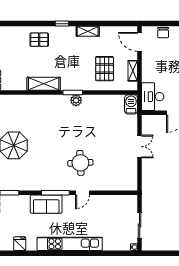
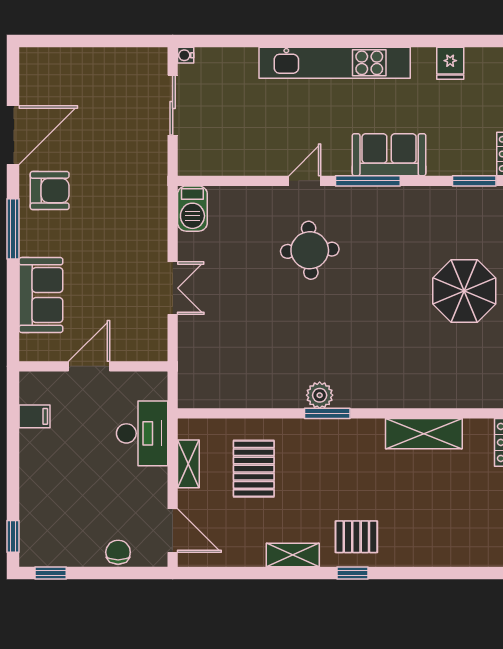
pallet: (39, 40) -> (356, 537), moved
shelving: (44, 84) -> (424, 434), moved
desk: (153, 97) -> (142, 433), moved
barbecue: (131, 104) -> (192, 209), moved
double door: (140, 147) -> (173, 288), swing flipped

